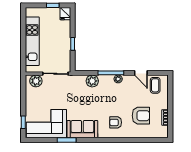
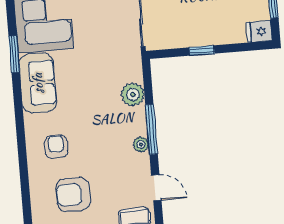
door: (141, 73) -> (156, 188), swing flipped
armchair: (141, 116) -> (73, 194), turned 90

